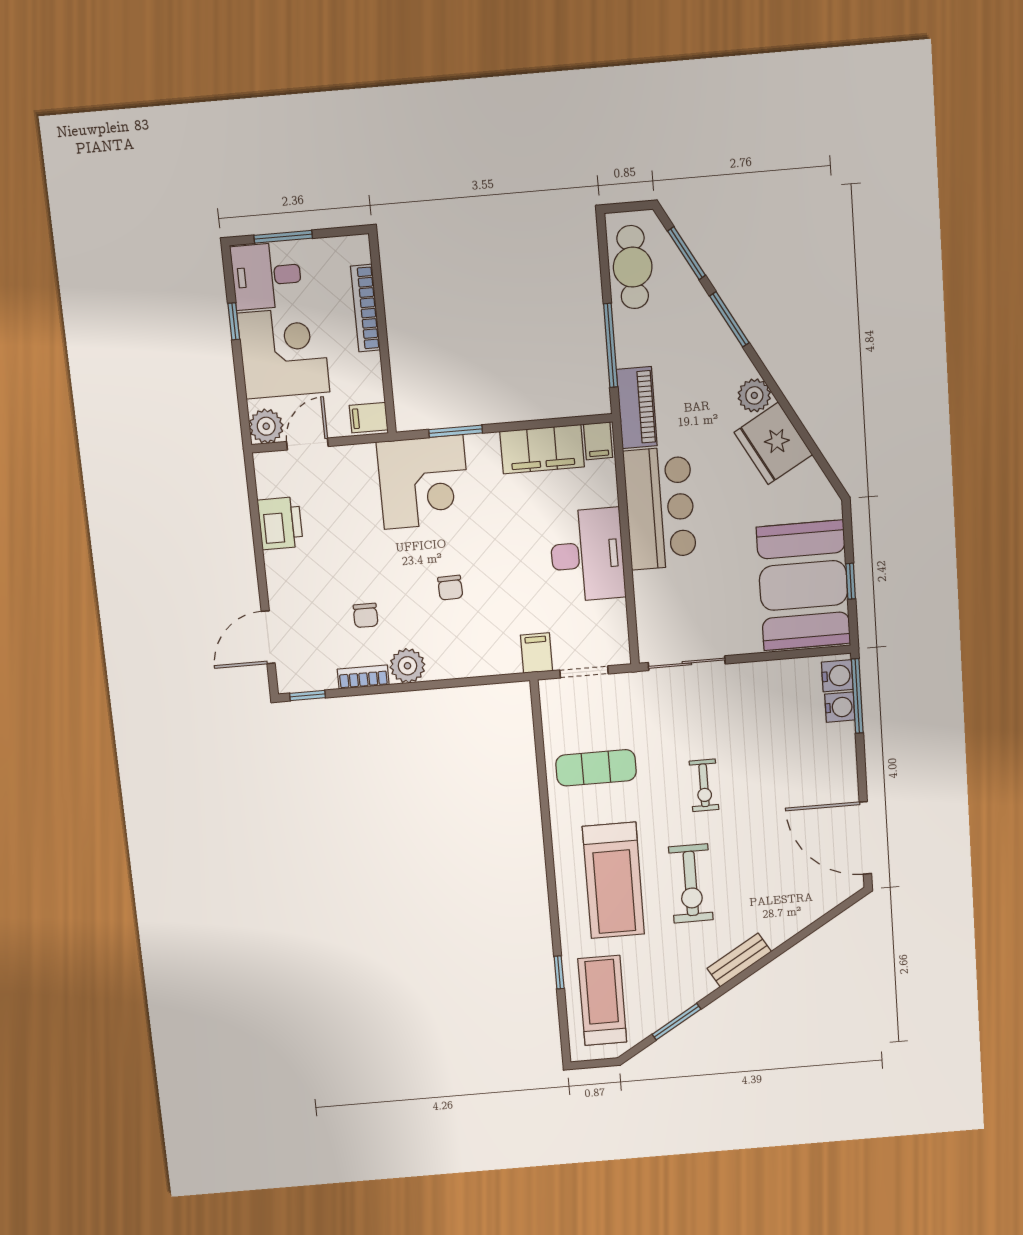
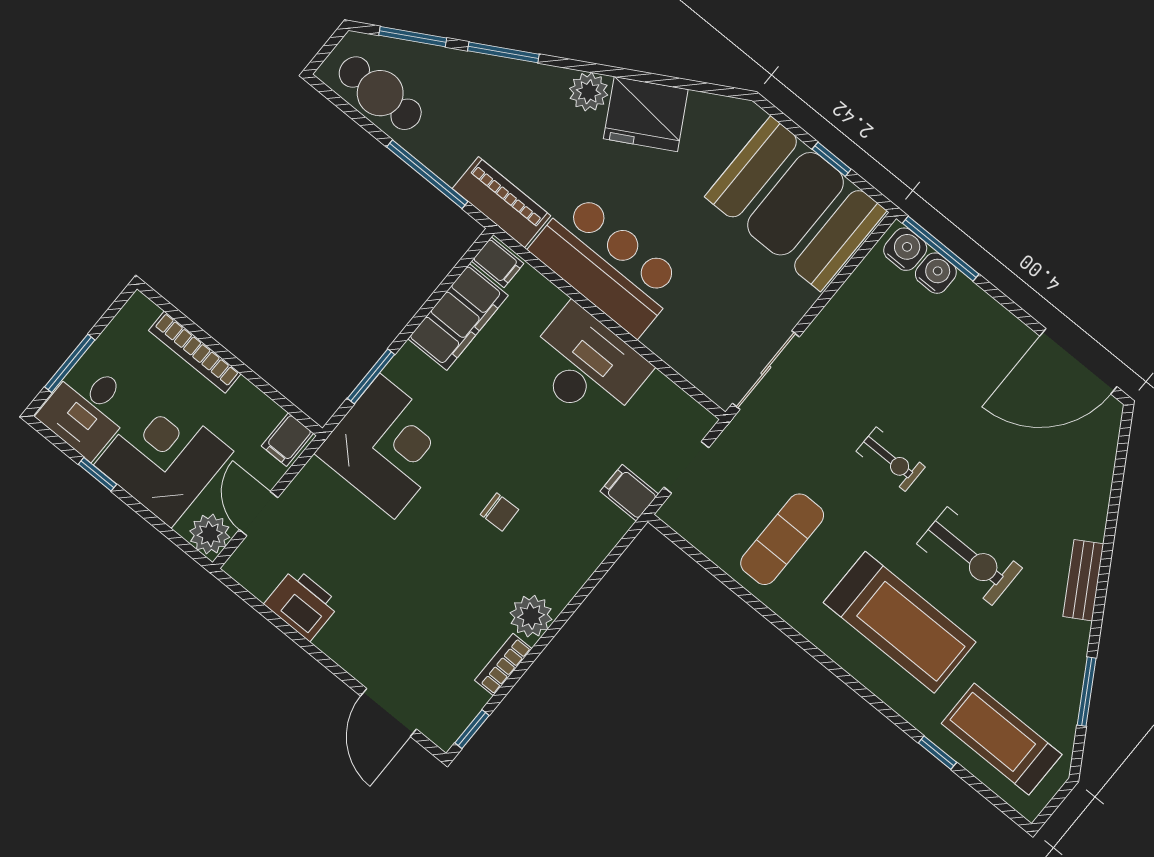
chair: (366, 615) -> (452, 609), removed

